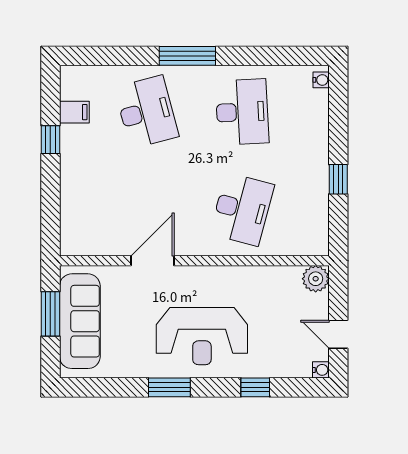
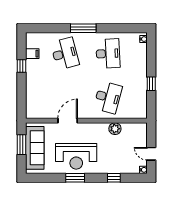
plant: (316, 279) -> (115, 129), moved
reception desk: (202, 336) -> (76, 156), moved

